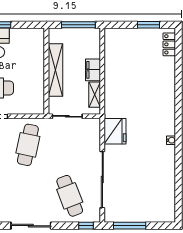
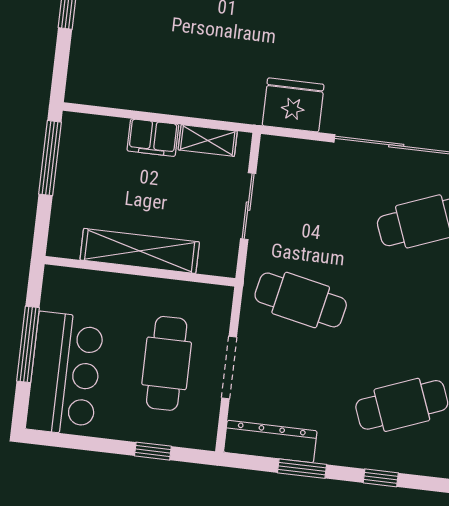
shelving: (55, 70) -> (140, 251), moved
wall: (46, 71) -> (140, 271), moved

